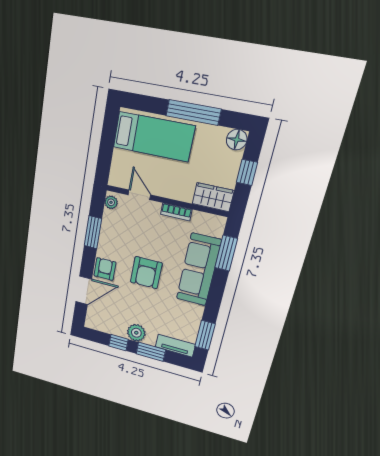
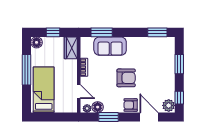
door: (139, 195) -> (79, 92), swing flipped
floor lamp: (110, 219) -> (98, 107), added
sofa: (199, 270) -> (110, 46), width x0.73
plant: (136, 333) -> (169, 105), moved
window: (118, 343) -> (179, 98), moved
tv unit: (175, 346) -> (170, 49), removed

